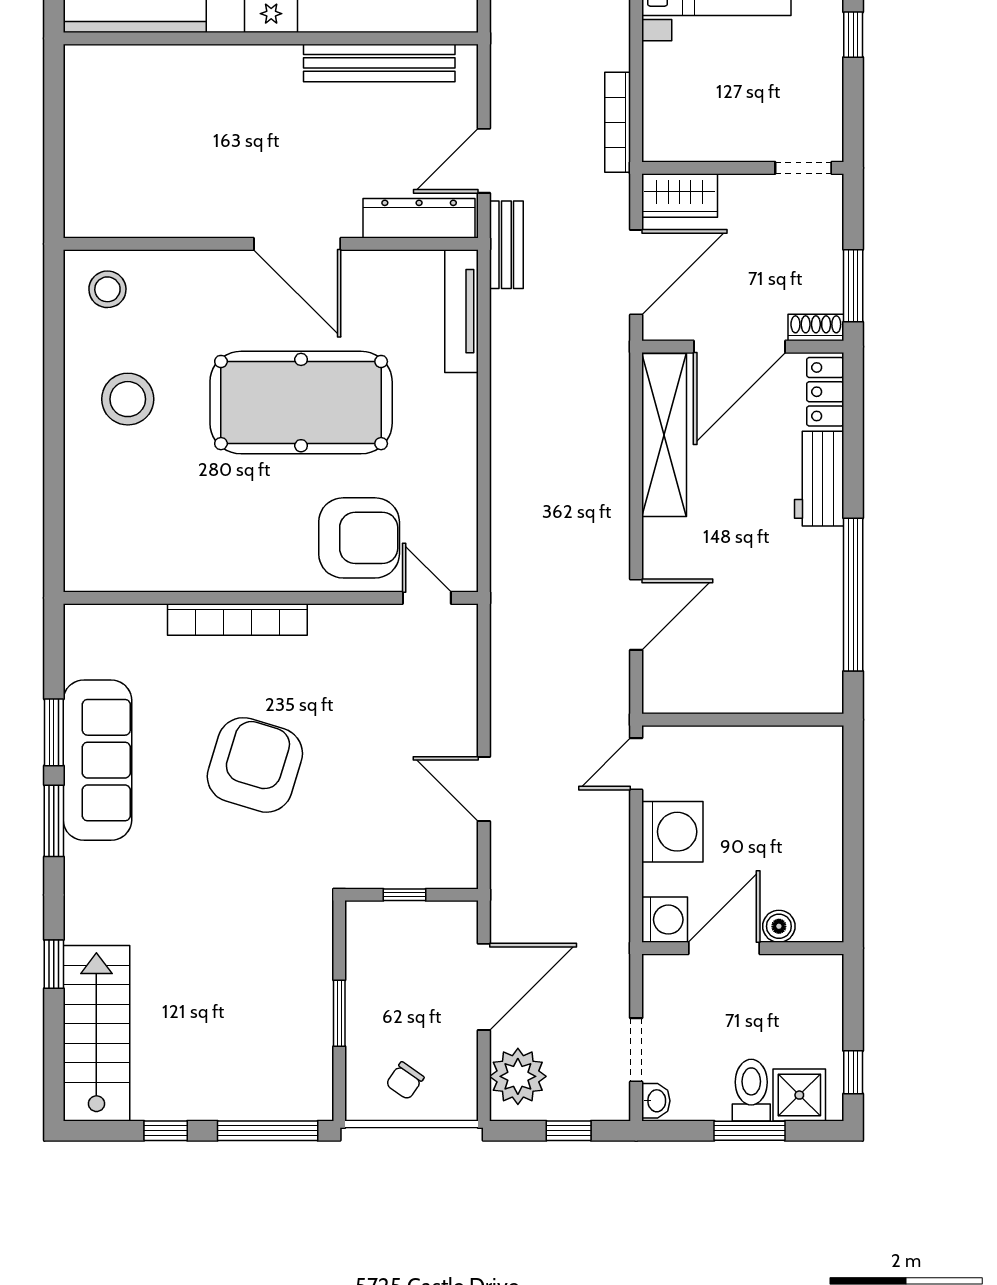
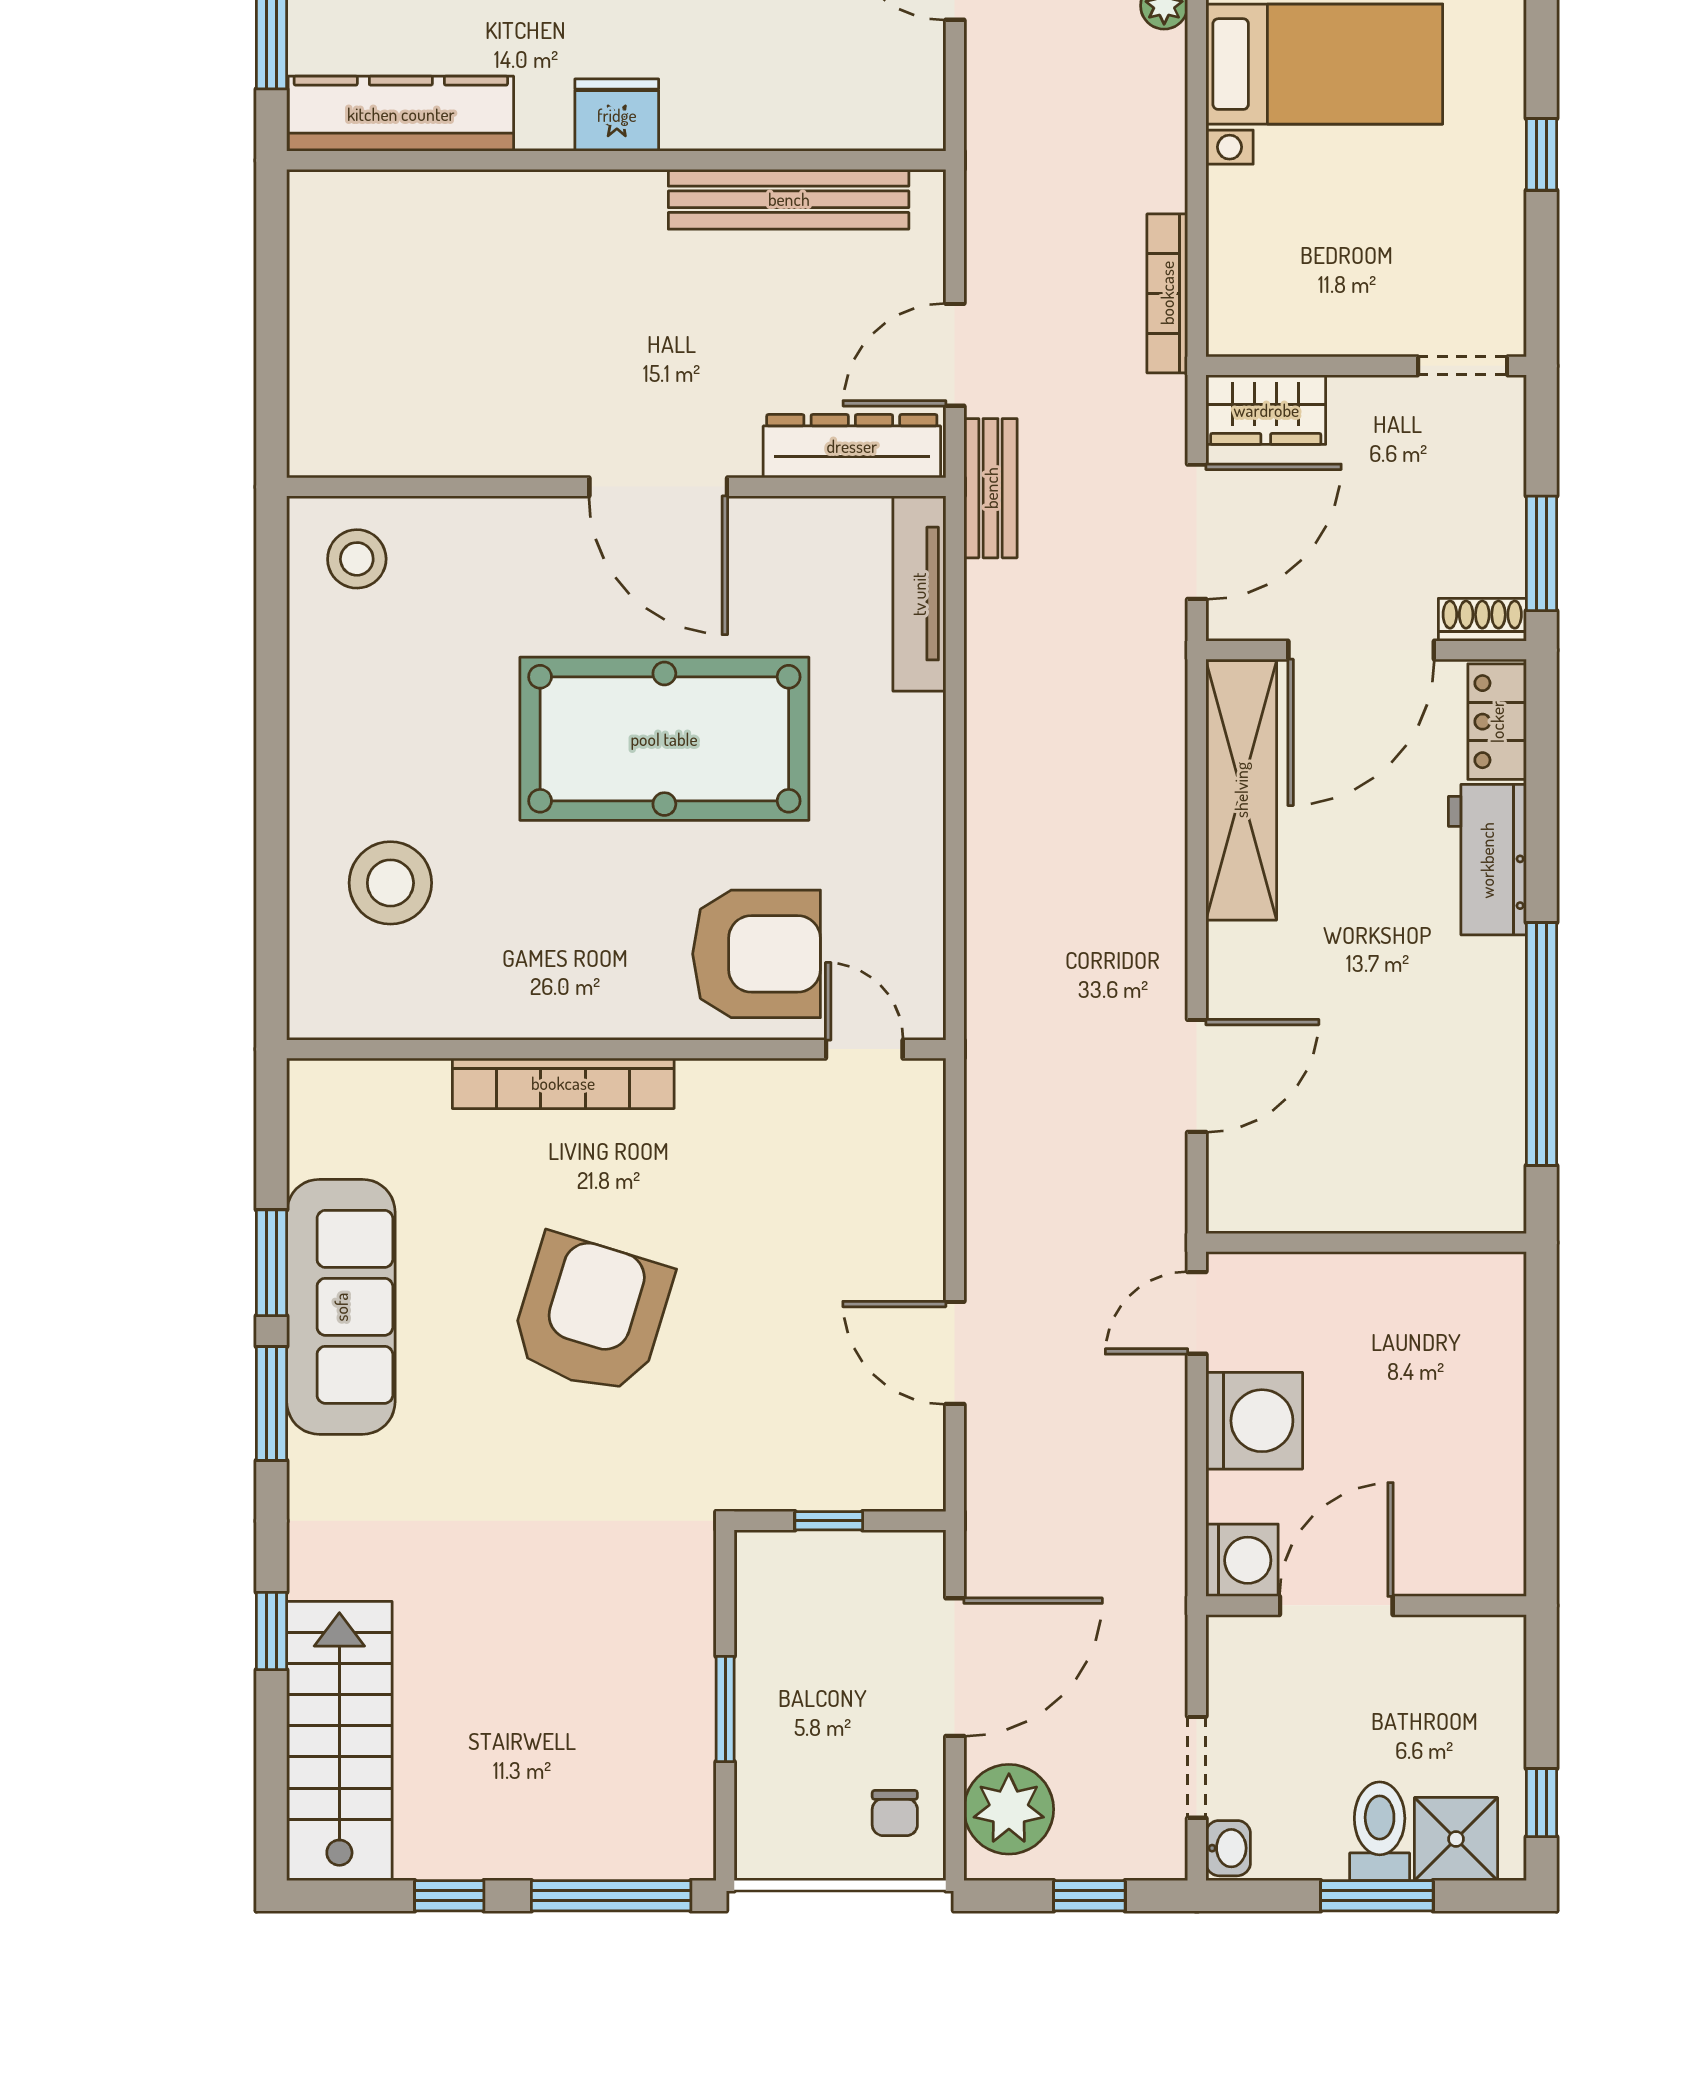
stool: (128, 399) -> (390, 883), moved
boiler: (779, 926) -> (1424, 1571), removed
chair: (405, 1081) -> (895, 1813), moved, turned -35

